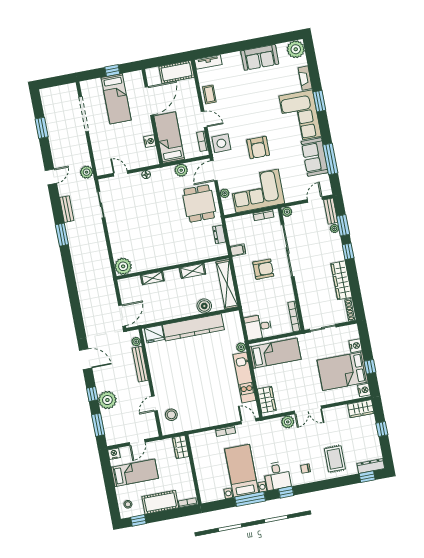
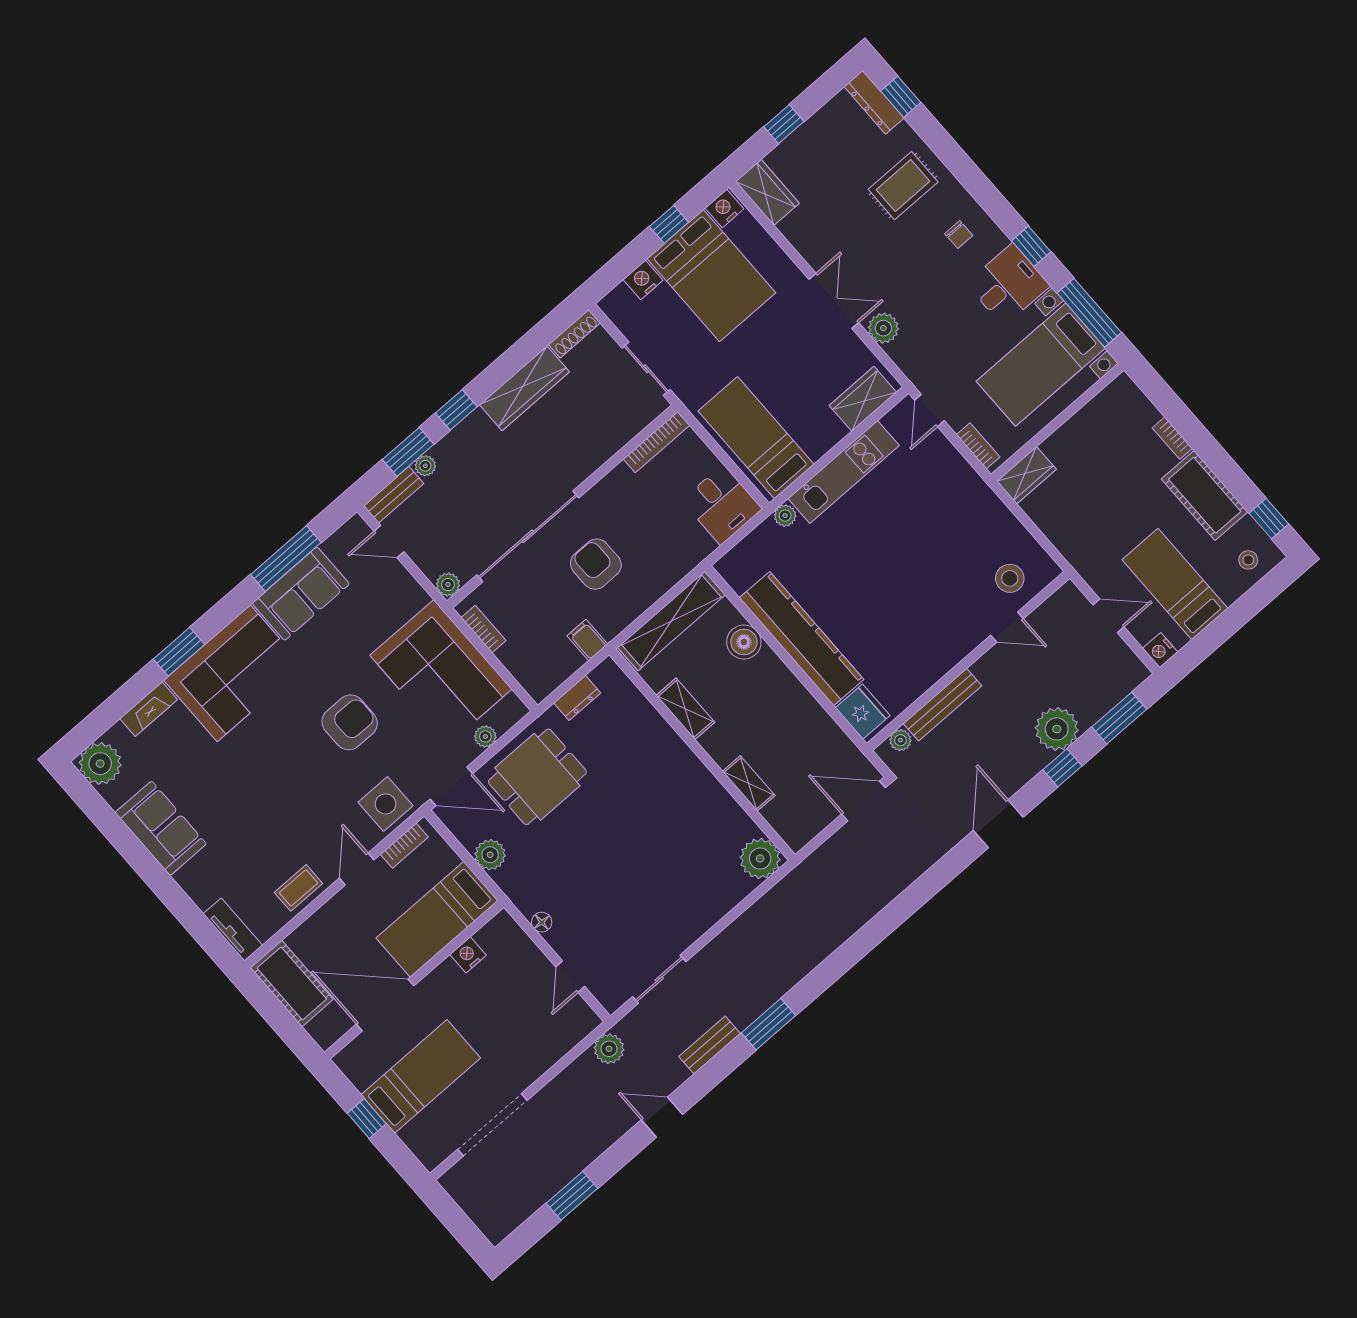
wardrobe: (181, 447) -> (1026, 475), moved
wall: (193, 469) -> (1058, 422), moved

